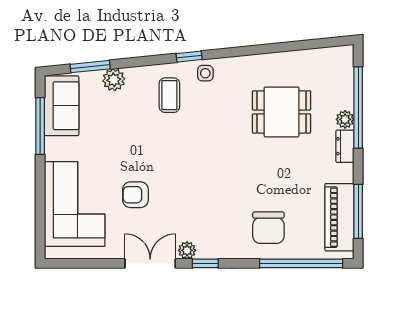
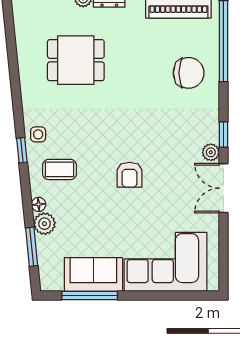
floor lamp: (134, 74) -> (39, 204), added
sofa: (62, 106) -> (93, 275), moved
dining table: (282, 112) -> (76, 60), turned 90
armchair: (135, 195) -> (129, 175), moved

